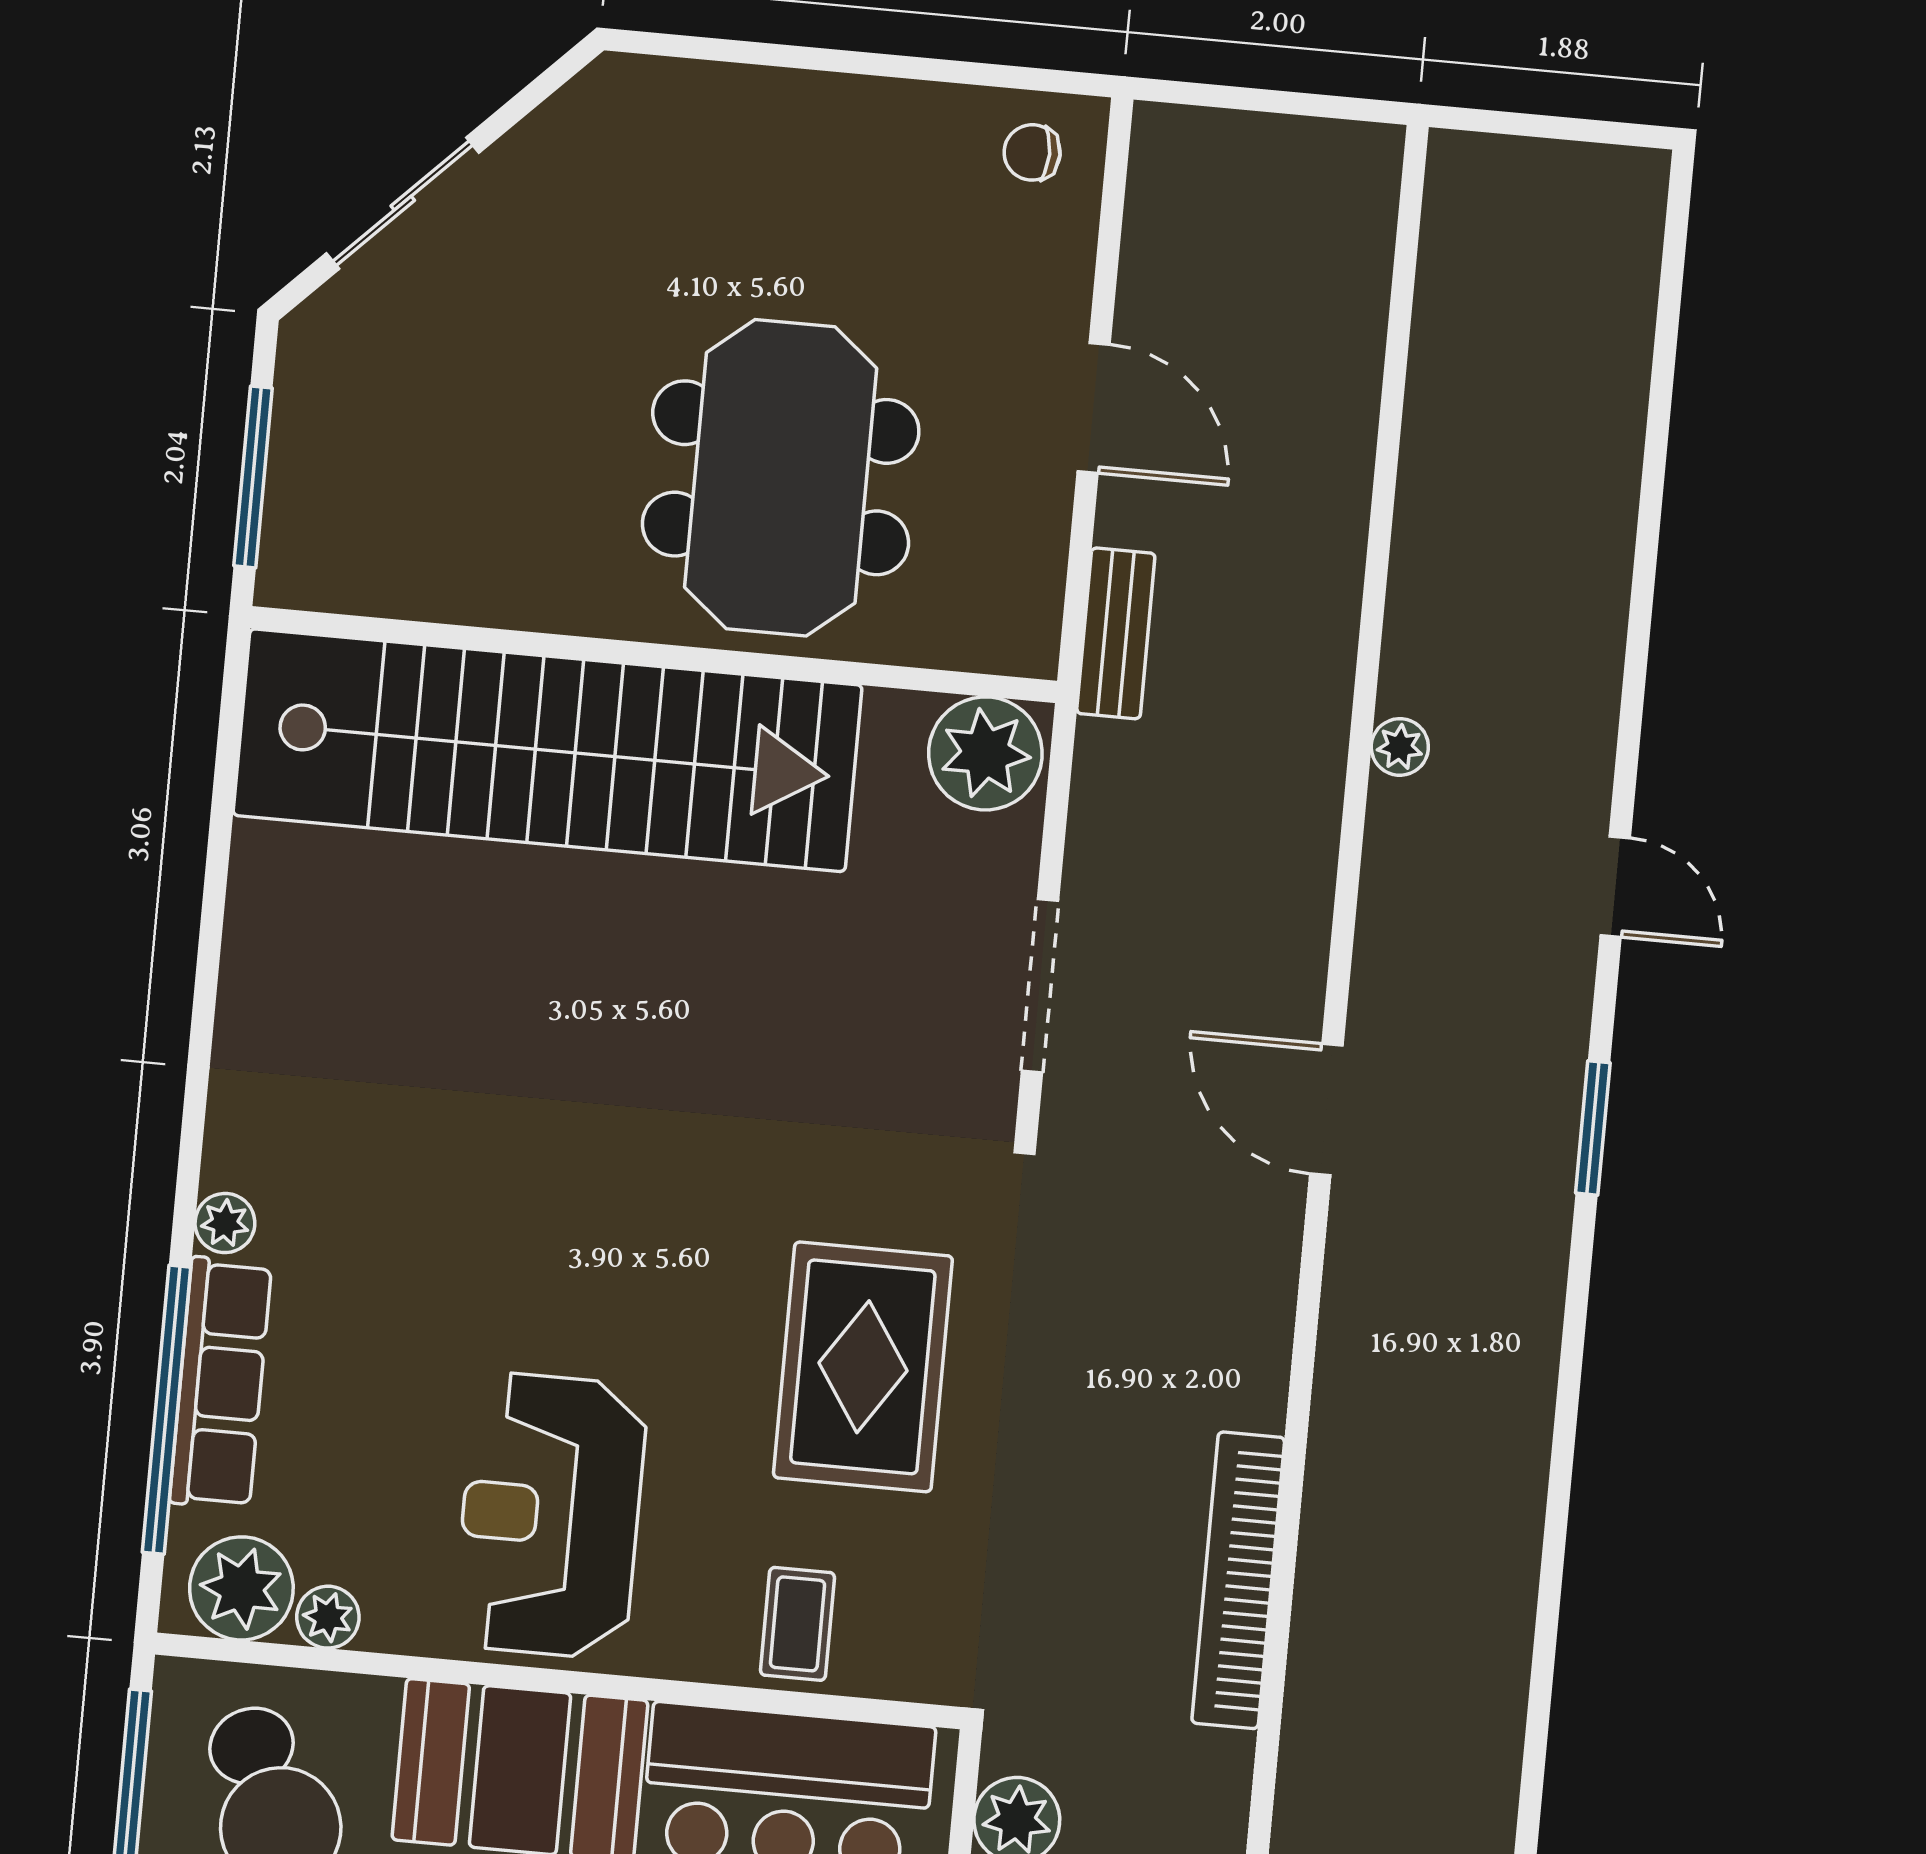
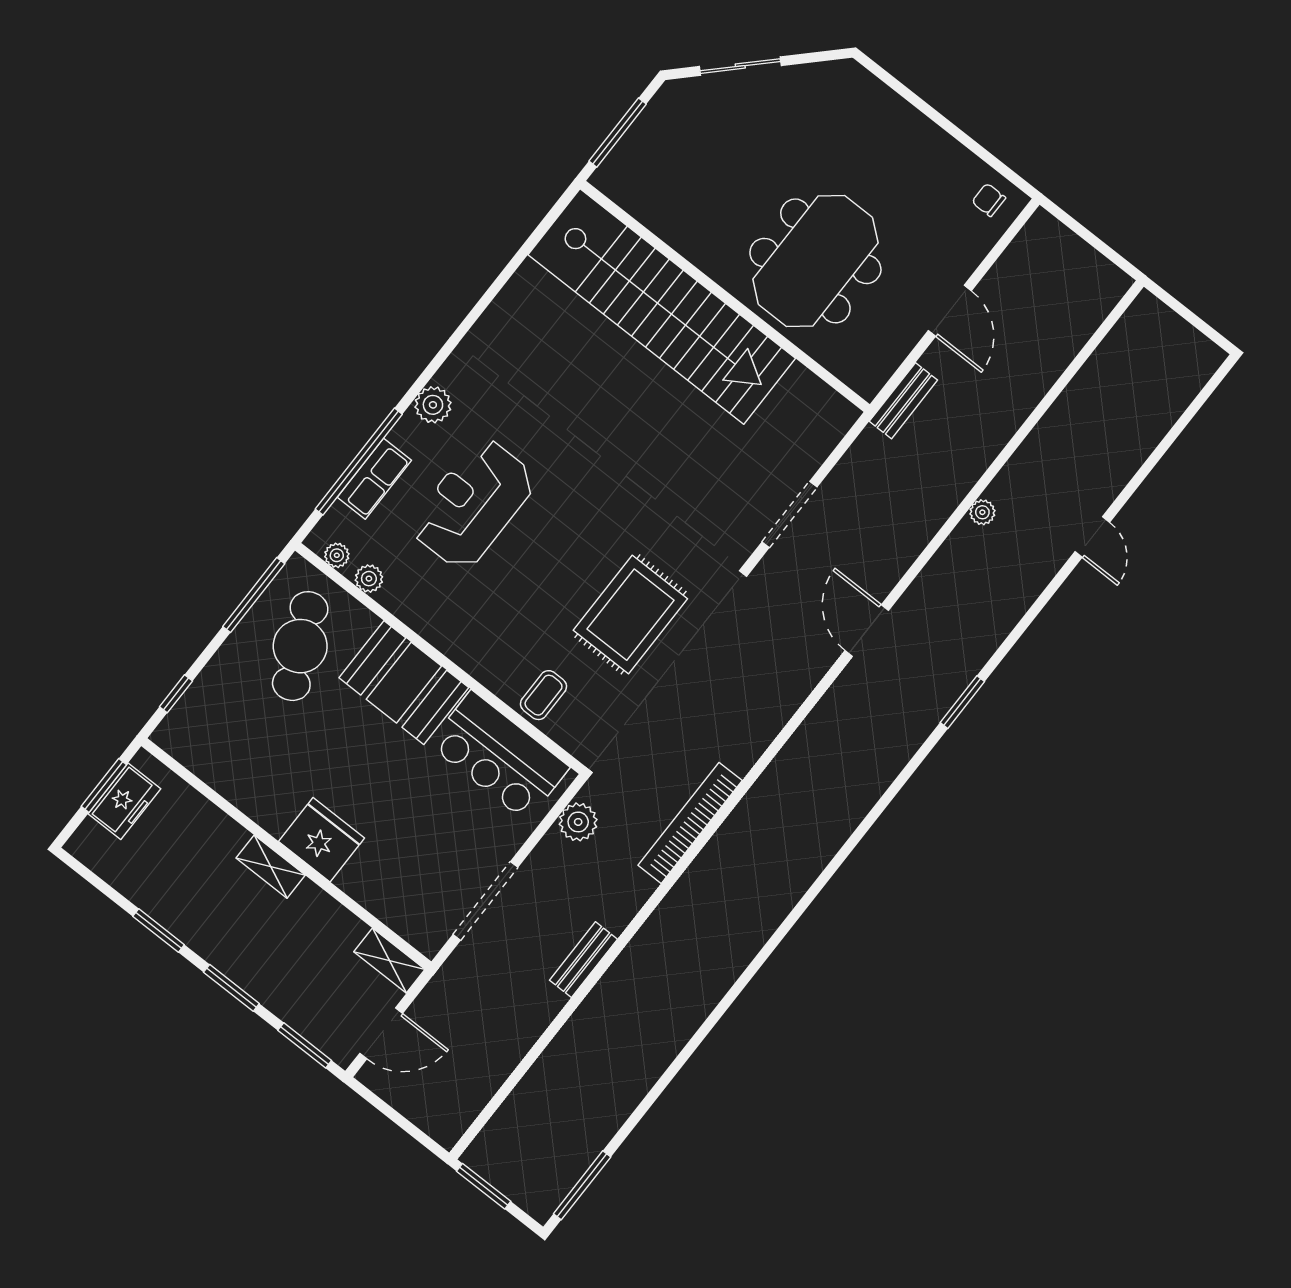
plant: (985, 753) -> (825, 414), removed
door: (1615, 887) -> (1092, 537), moved
plant: (225, 1223) -> (433, 405), width x1.38, depth x1.38
row of seats: (221, 1383) -> (374, 479), width x0.68
reception desk: (550, 1516) -> (473, 504), moved
bookcase: (1238, 1580) -> (690, 823), moved
plant: (241, 1588) -> (337, 555), width x0.53, depth x0.53

